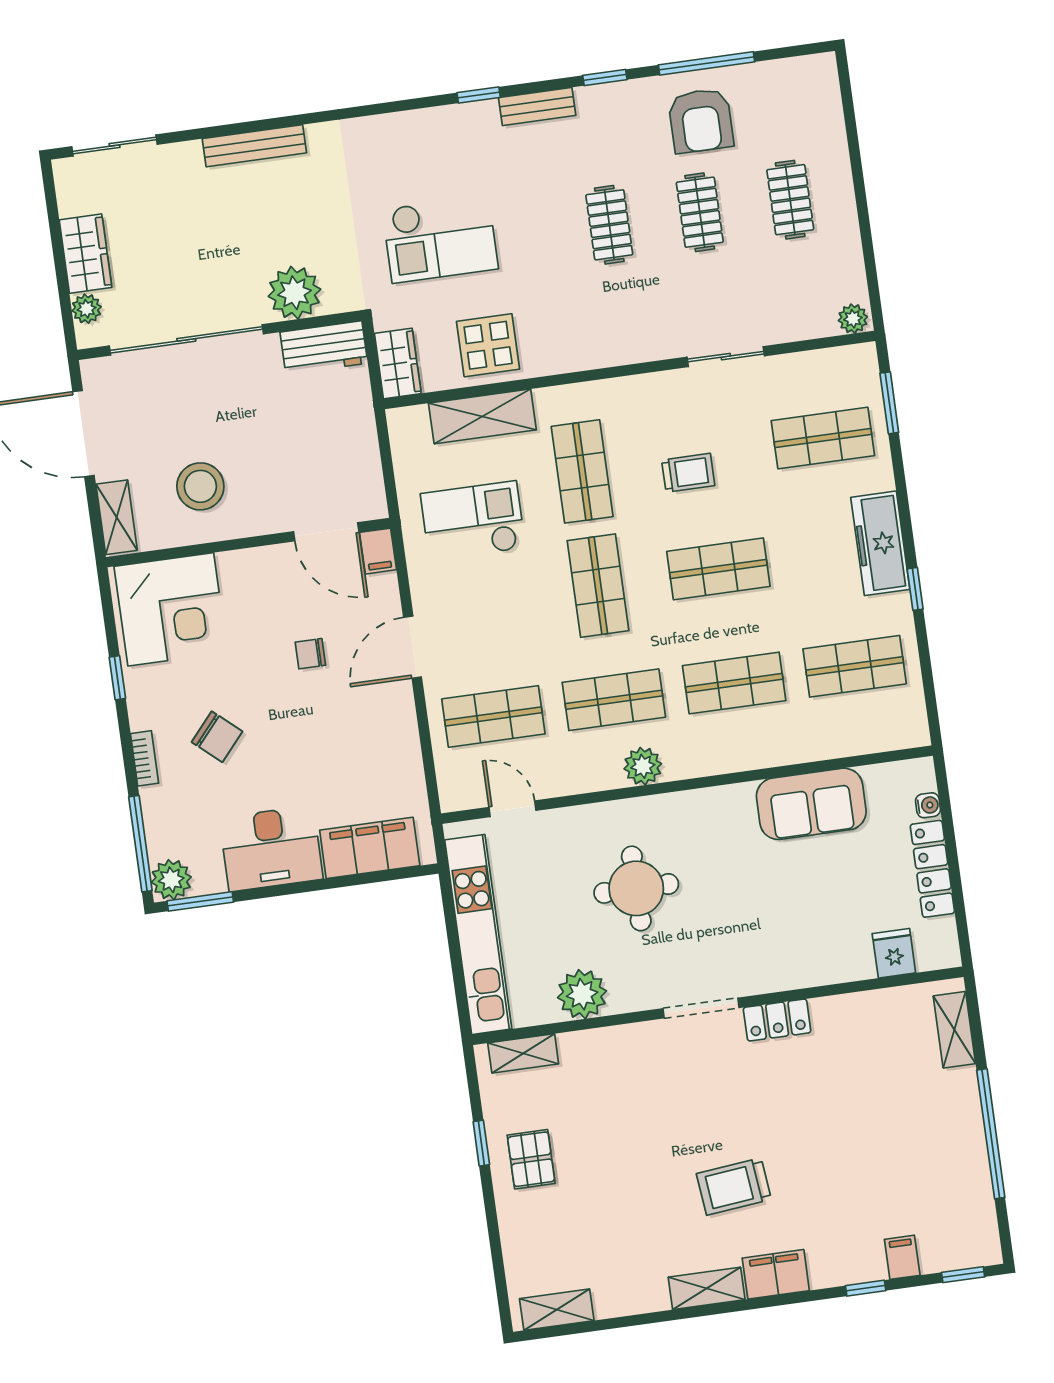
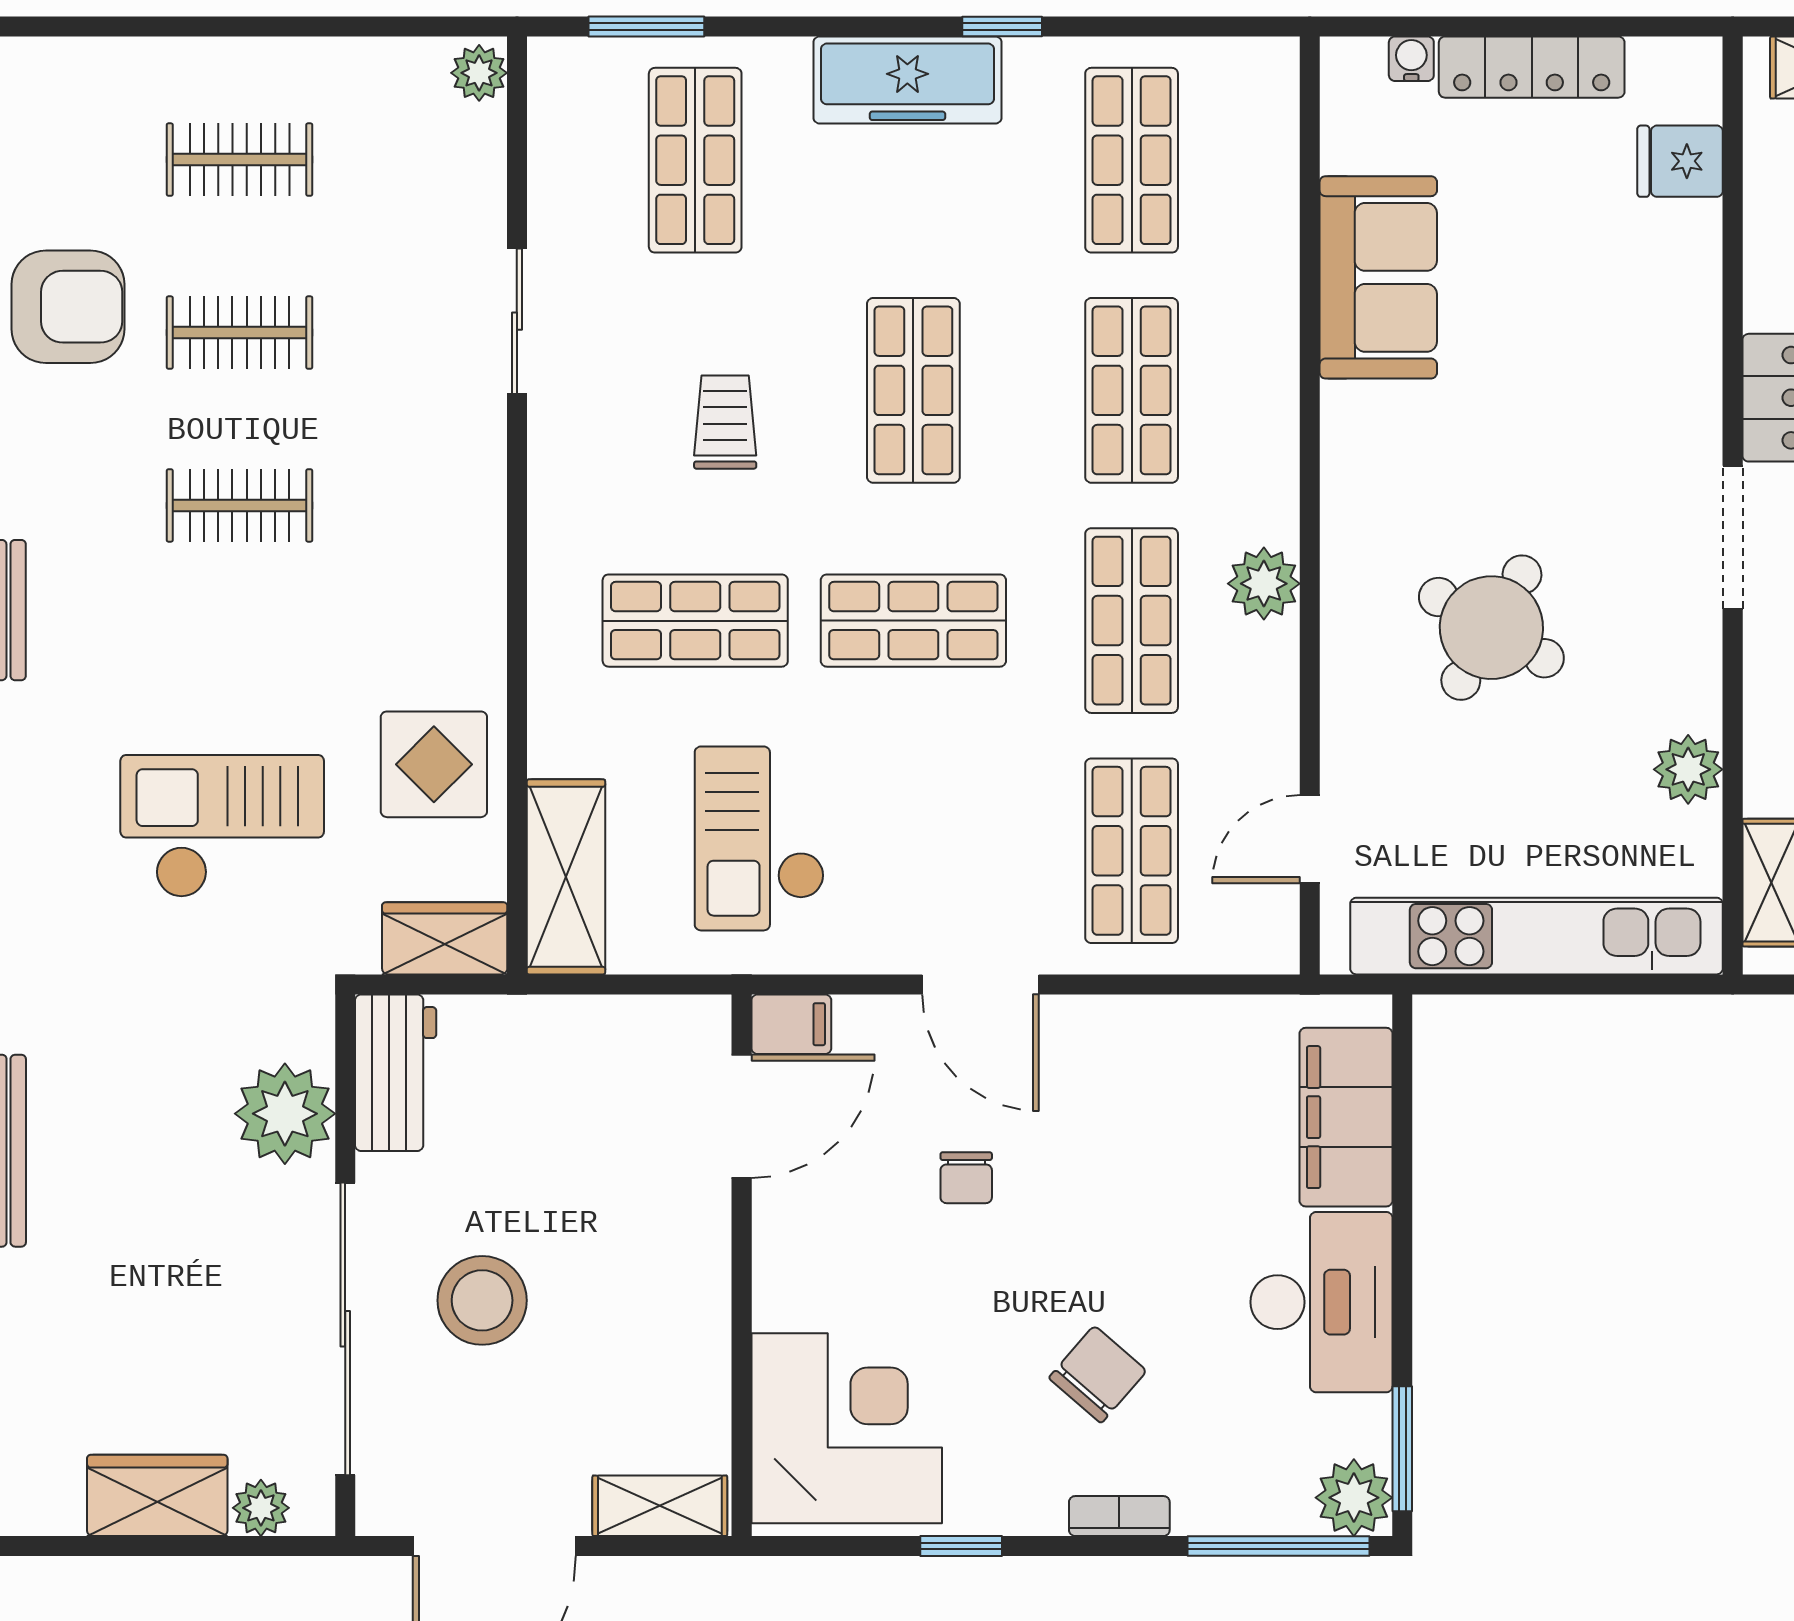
checkout: (440, 239) -> (222, 826), turned -90
shelving: (482, 416) -> (566, 877), moved
stool: (200, 486) -> (482, 1300), moved
round table: (636, 888) -> (1491, 628), turned 30
plant: (582, 994) -> (1688, 769), width x0.73, depth x0.73

